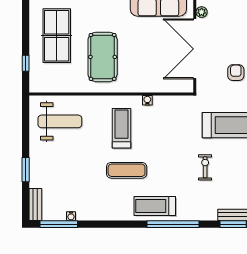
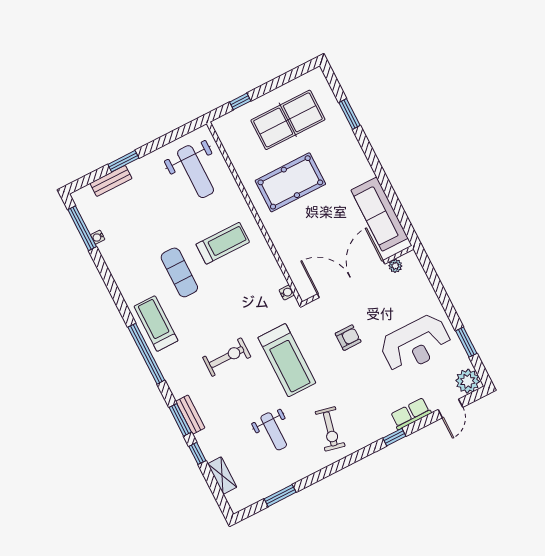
water cooler: (147, 100) -> (287, 293), moved
exercise bike: (205, 167) -> (227, 357), width x1.38, depth x1.39
bench: (35, 204) -> (111, 181), moved

